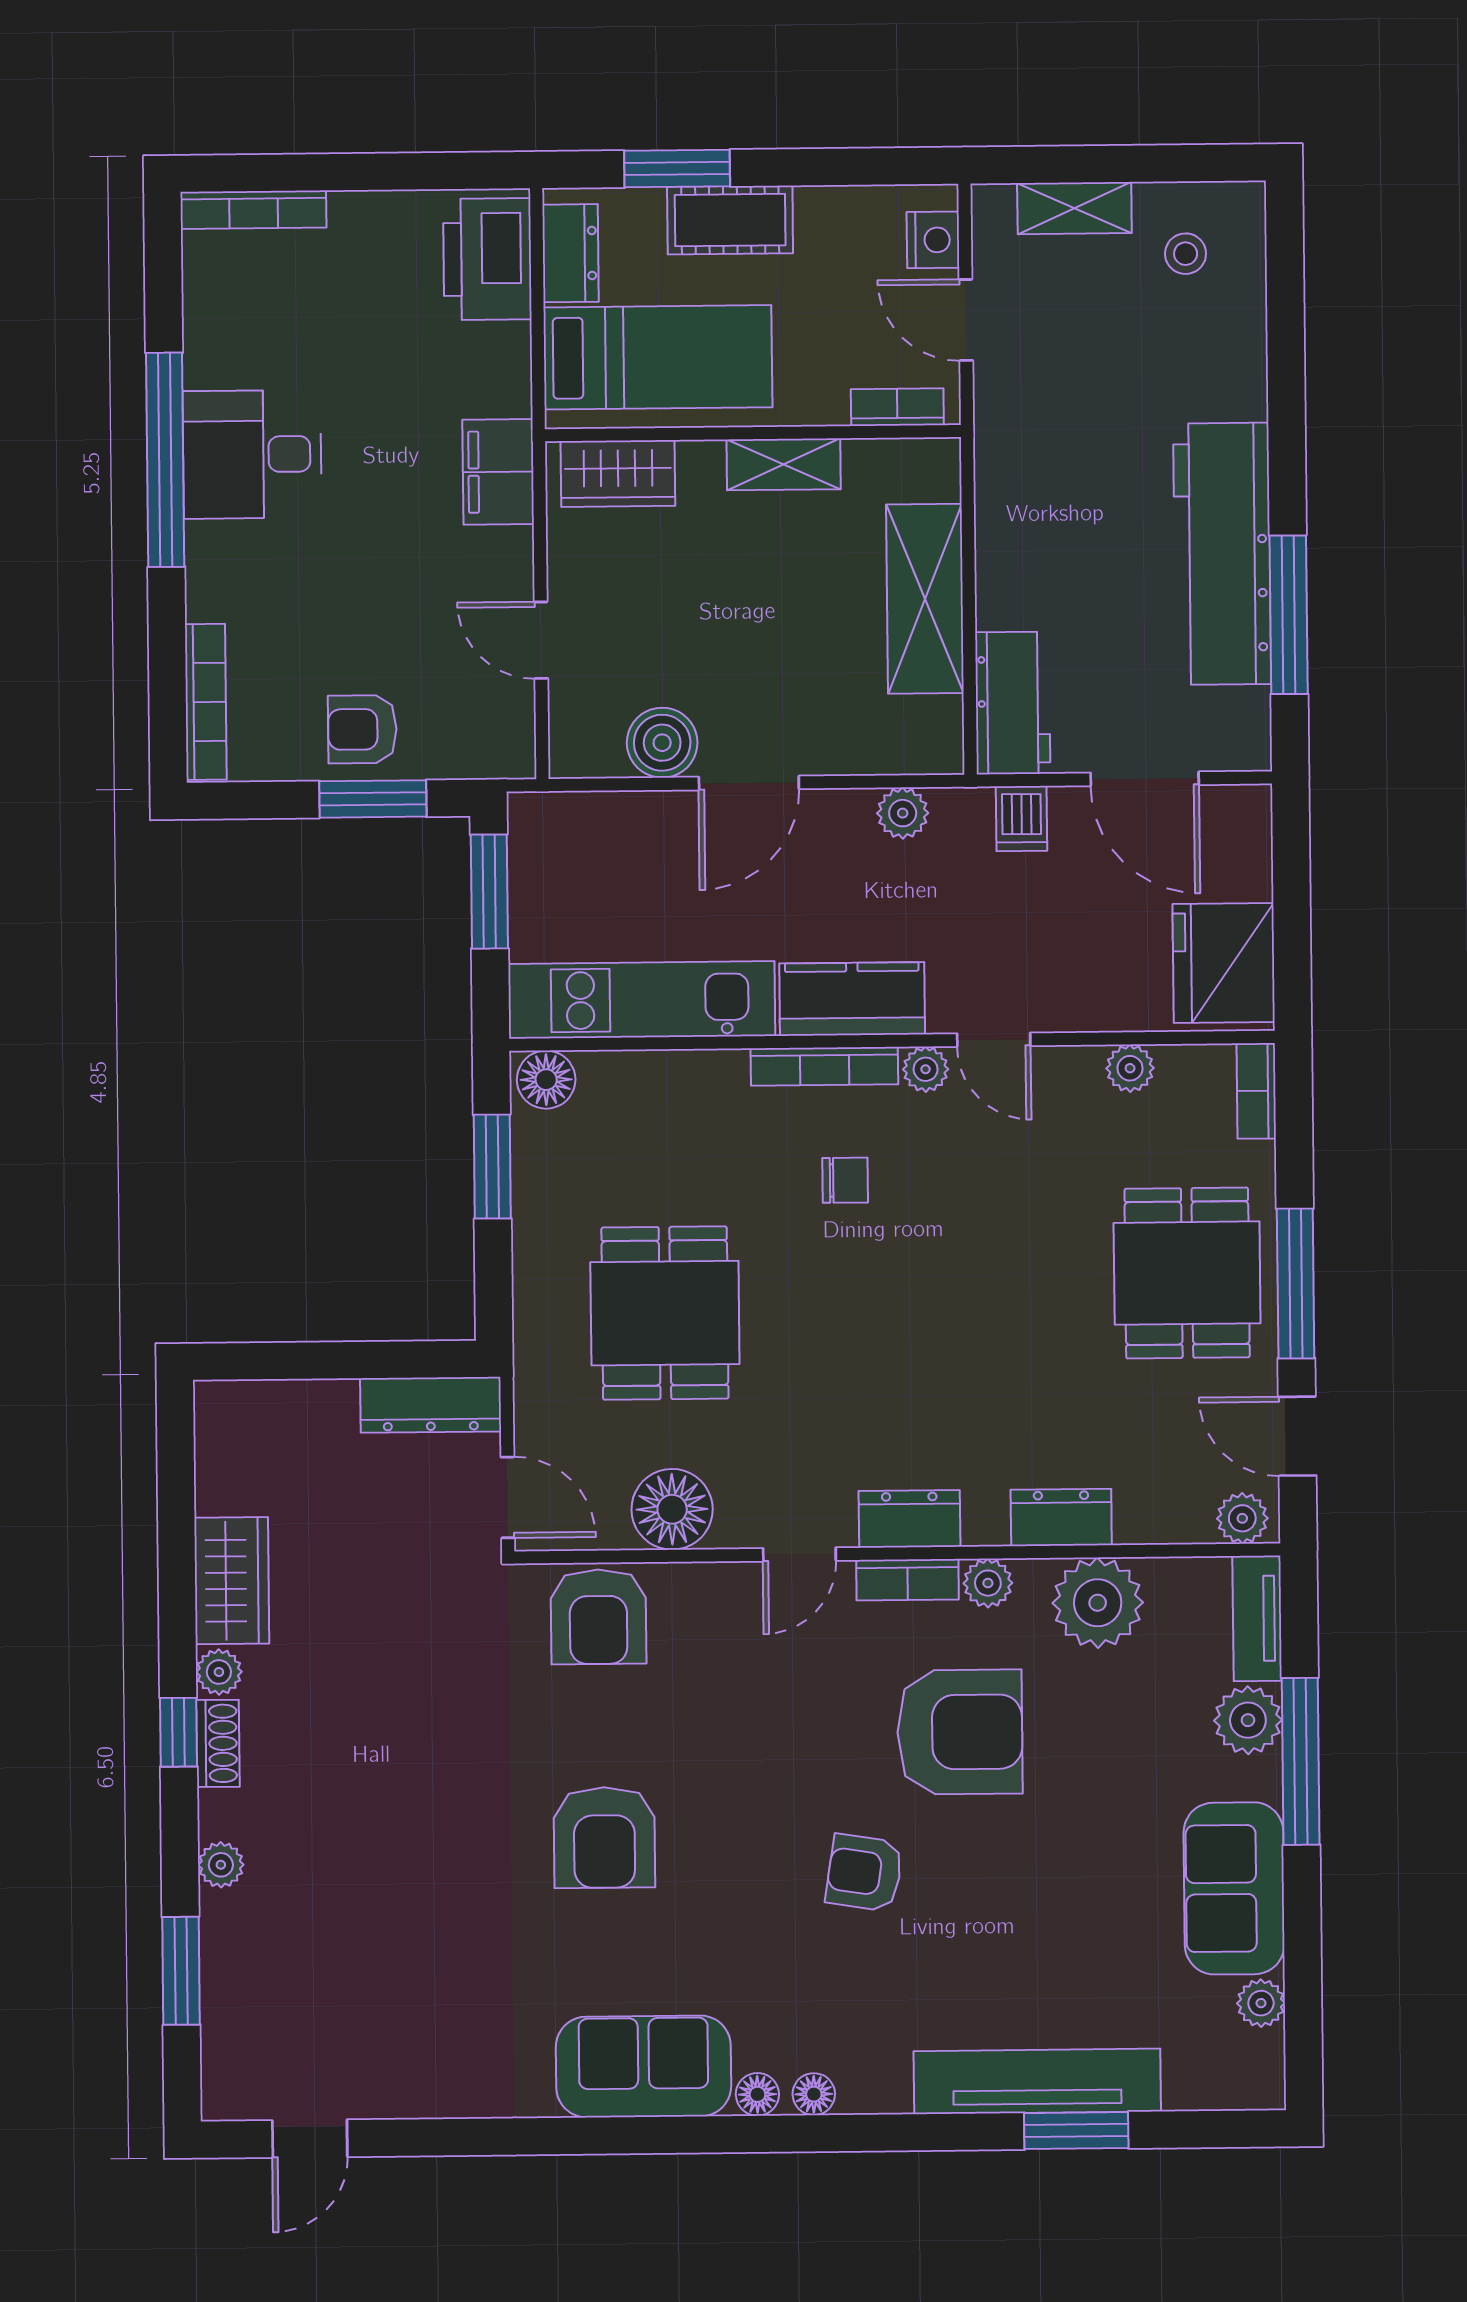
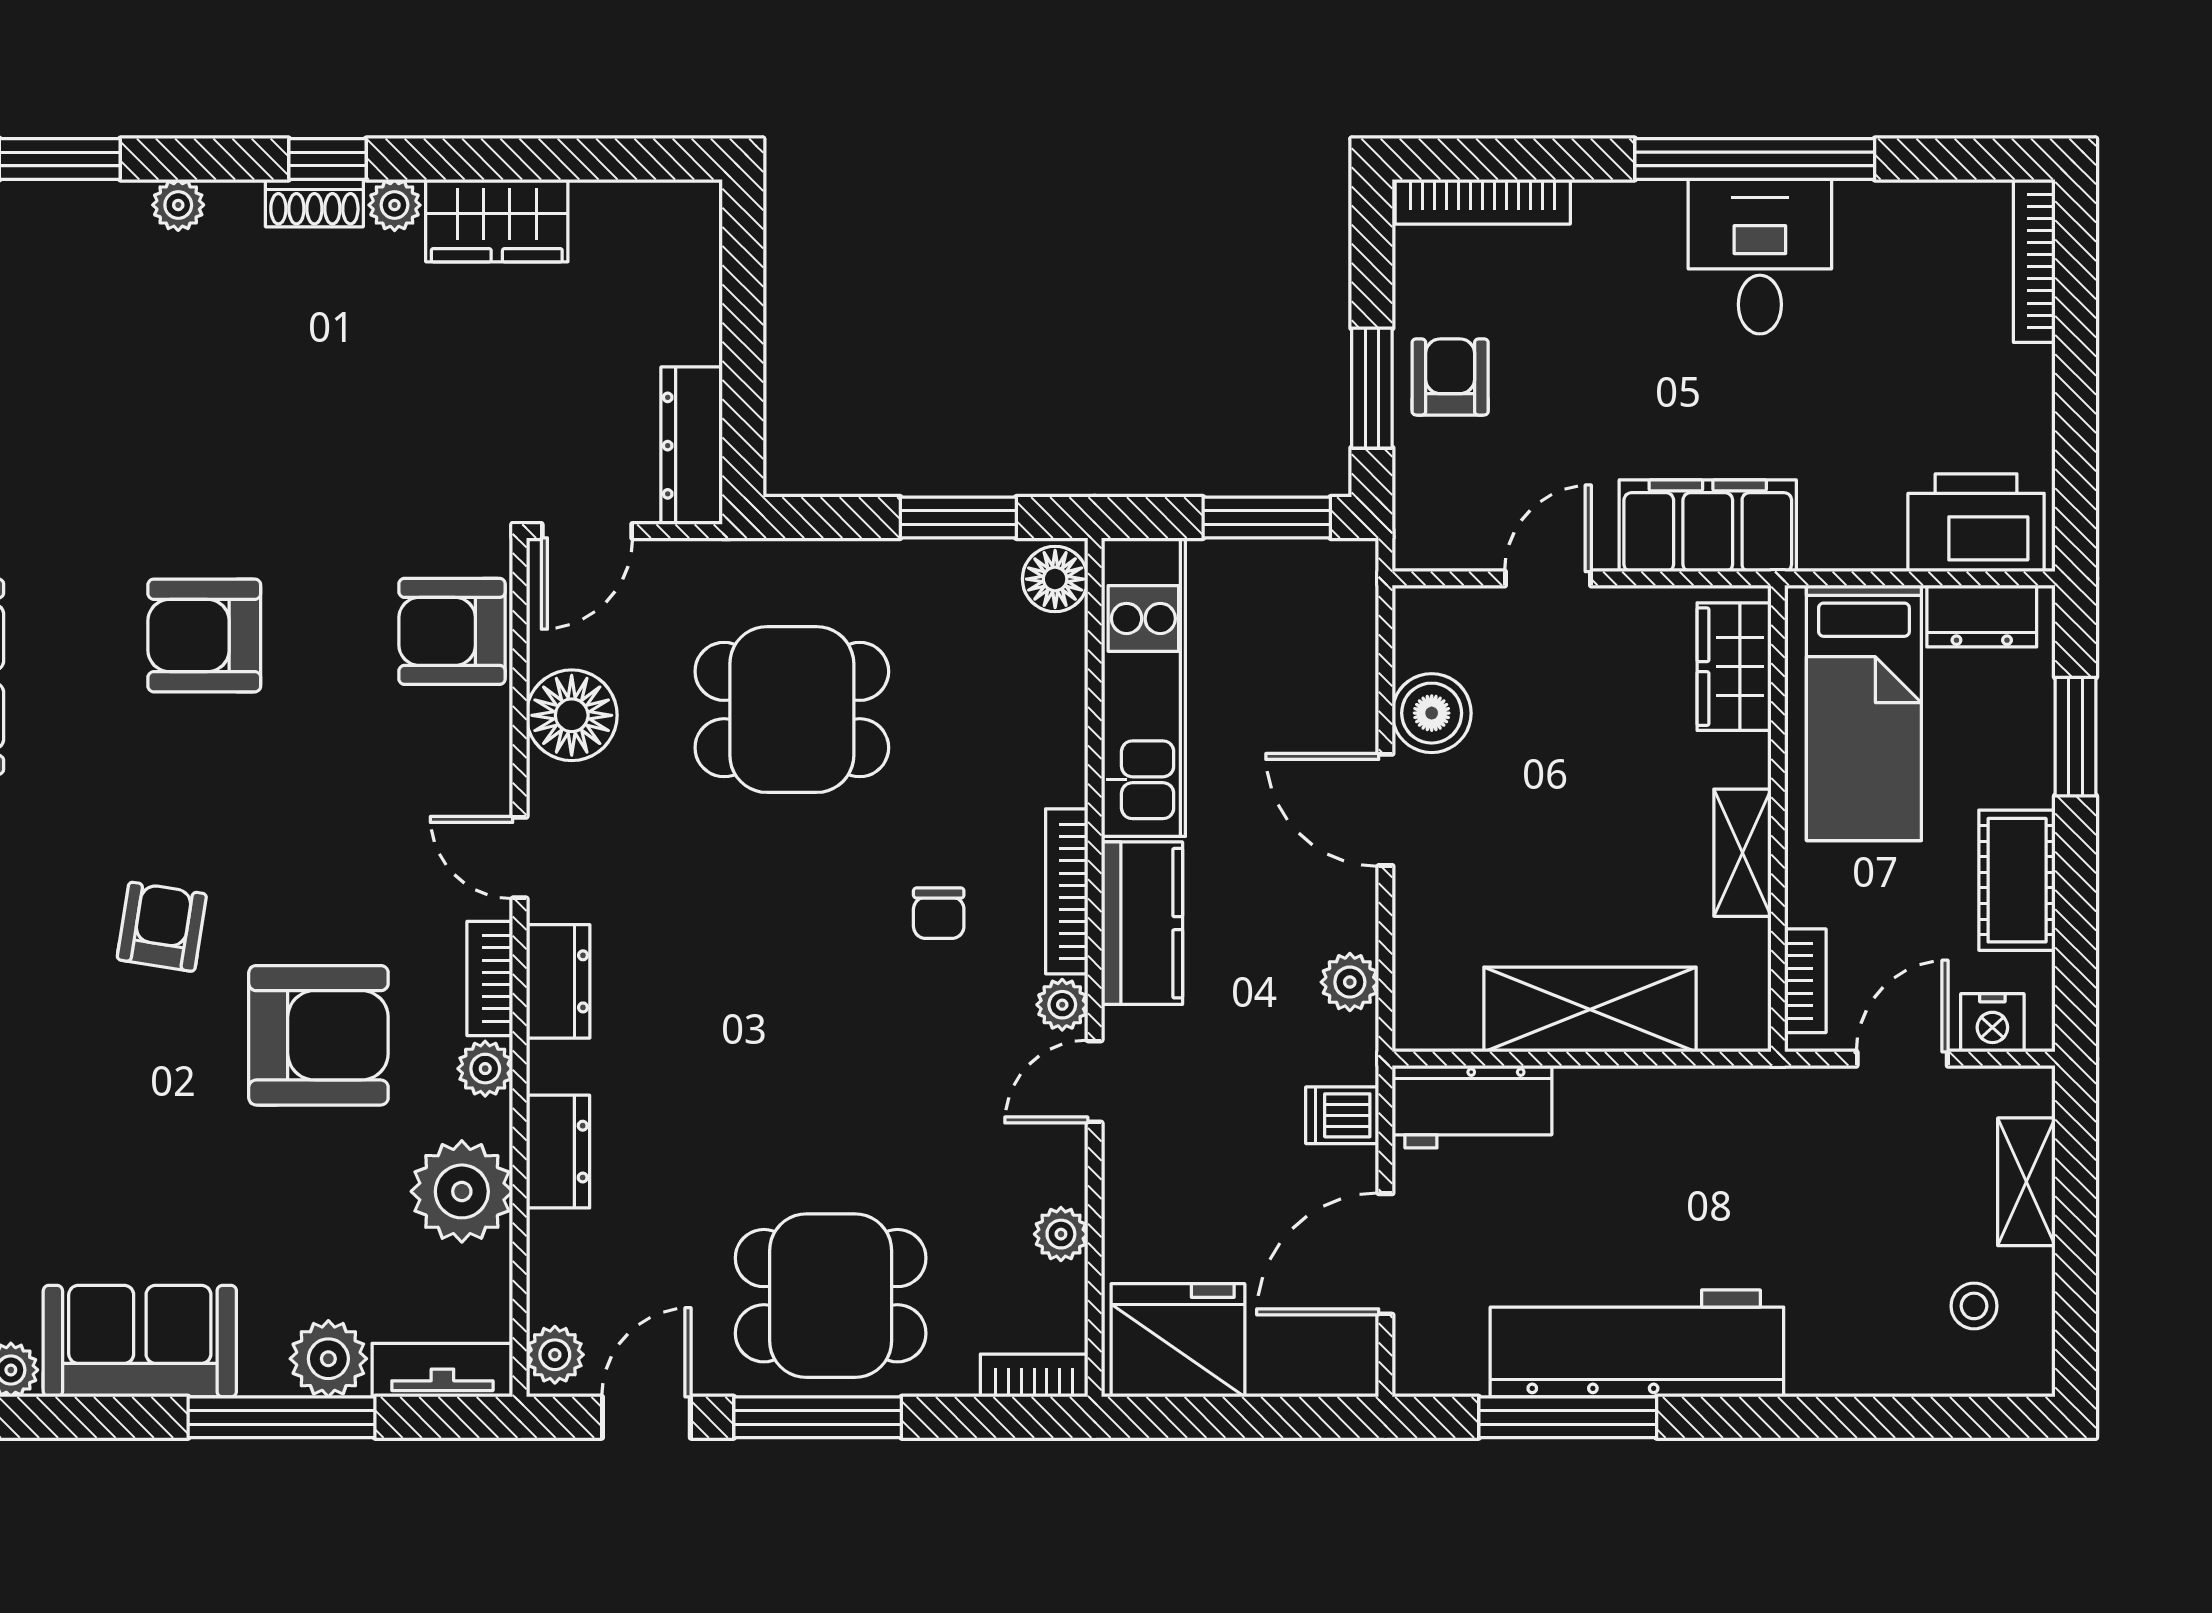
cot: (730, 220) -> (2017, 880), moved
filing cabinet: (498, 472) -> (1708, 526), width x1.50, depth x1.17
armchair: (960, 1732) -> (318, 1035), turned -90

